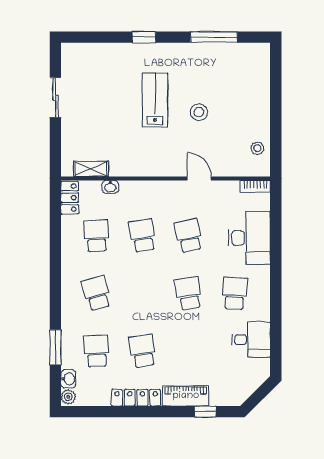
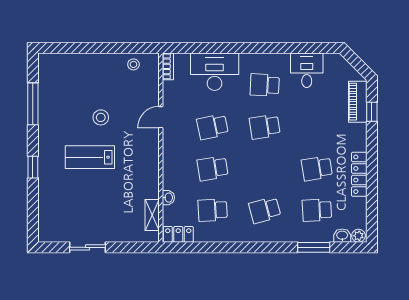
piano: (186, 396) -> (358, 102), moved

